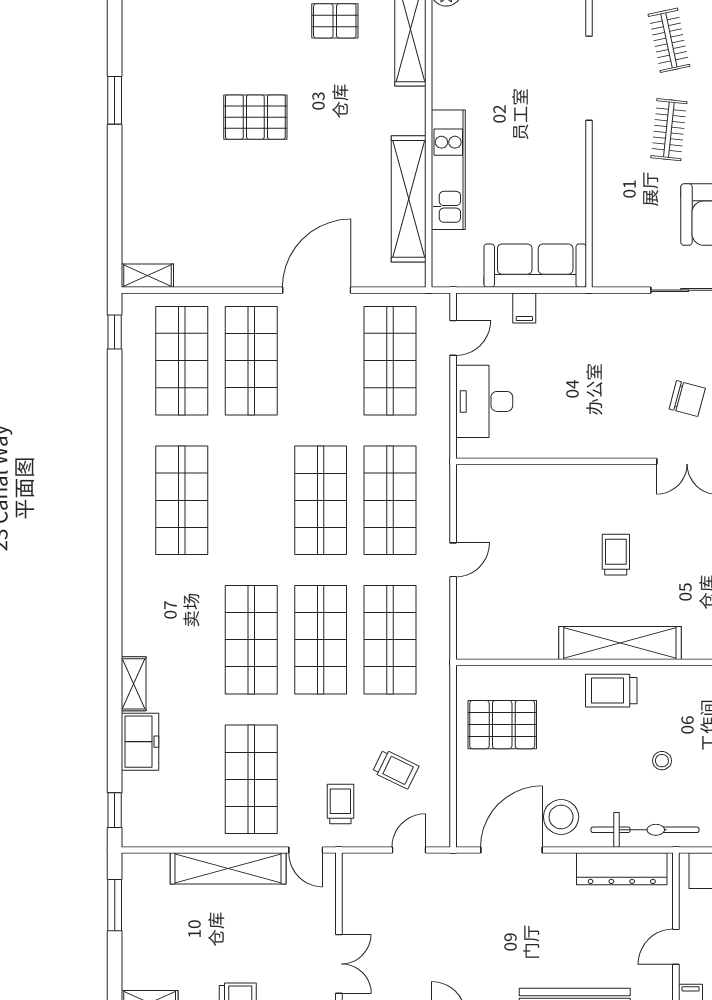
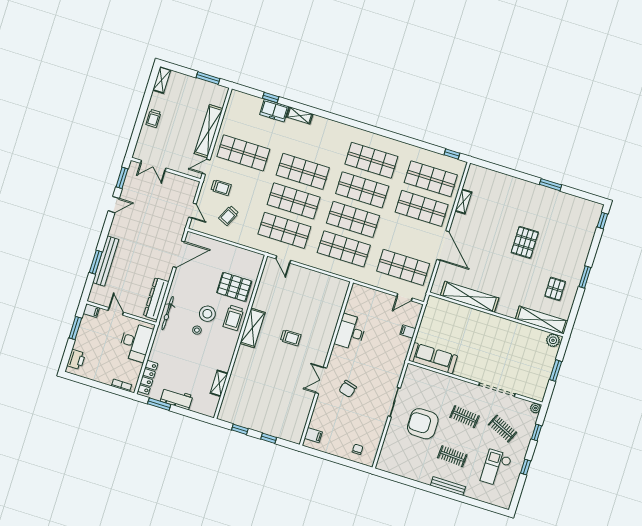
clothes rail: (669, 40) -> (503, 429), turned 36
kitchen unit: (448, 170) -> (477, 317), removed
sofa: (535, 266) -> (433, 358), moved, turned -90
shelving: (147, 276) -> (463, 201), moved
door: (453, 338) -> (405, 297), hinge flipped
desk: (484, 401) -> (351, 332), moved, turned -90
shop shelf: (251, 500) -> (362, 190), added
door: (453, 560) -> (283, 259), moved
shelving: (620, 643) -> (253, 328), width x0.68
trolley: (611, 691) -> (233, 318), turned 180
pallet: (502, 725) -> (234, 287), moved, turned 90
window: (115, 810) -> (271, 98), moved
stool: (561, 817) -> (207, 314), moved
bicycle: (645, 830) -> (168, 313), width x0.73, depth x0.71
door: (511, 850) -> (179, 254), hinge flipped

